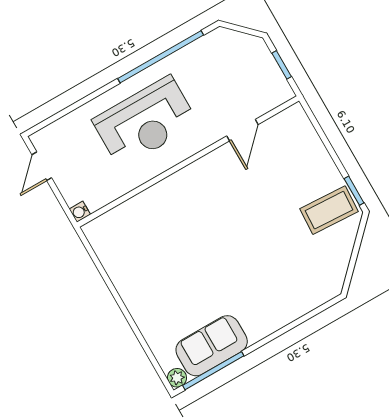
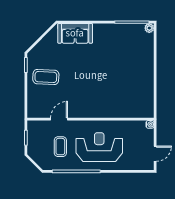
coffee table: (213, 84) -> (60, 147), added
coffee table: (329, 210) -> (46, 77), moved
sofa: (212, 346) -> (75, 33), moved

